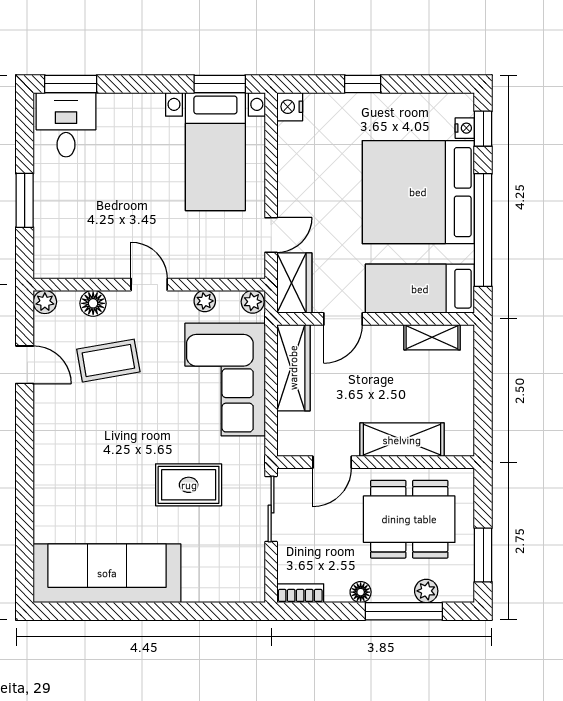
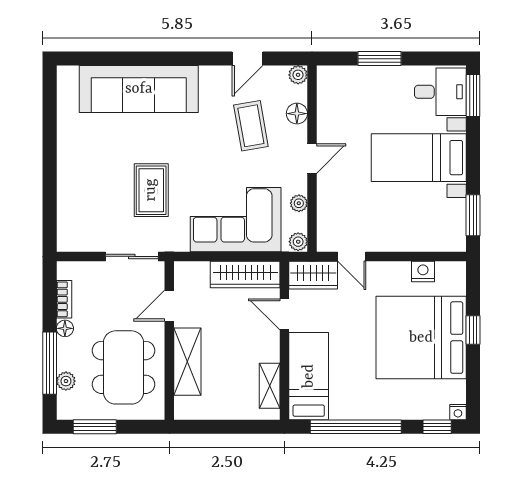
nightstand: (290, 107) -> (423, 272), moved
nightstand: (465, 128) -> (458, 412), moved
bed with nightstands: (215, 152) -> (419, 158), moved
bed: (418, 192) -> (421, 338), moved, turned -90
door: (332, 462) -> (169, 306), hinge flipped
sofa: (107, 573) -> (139, 89), moved, turned 90
bookcase: (300, 593) -> (64, 299), moved

